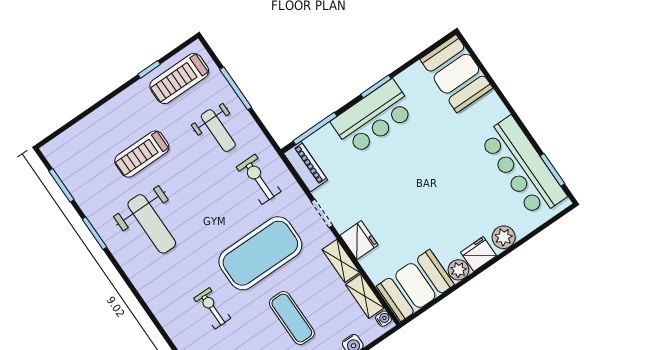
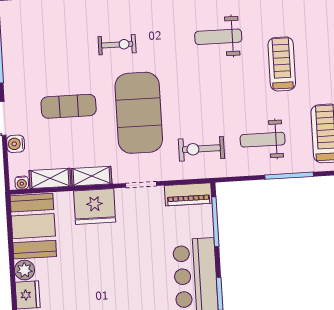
exercise bike: (259, 179) -> (201, 149), turned 180
weight bench: (152, 224) -> (218, 37), width x0.73, depth x0.75
fridge: (359, 240) -> (95, 207), width x1.36, depth x1.34

